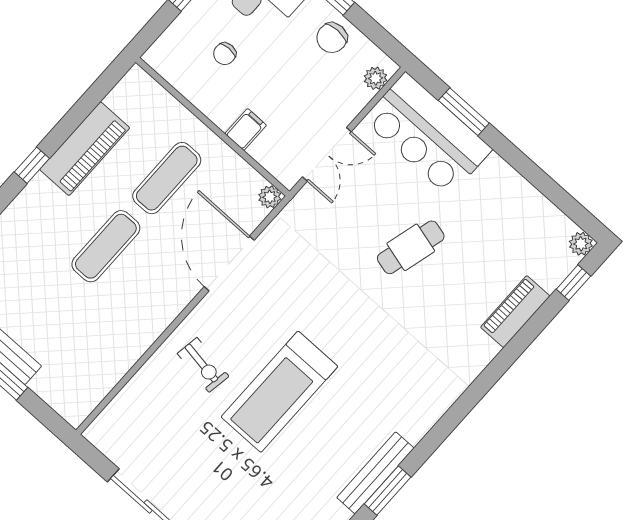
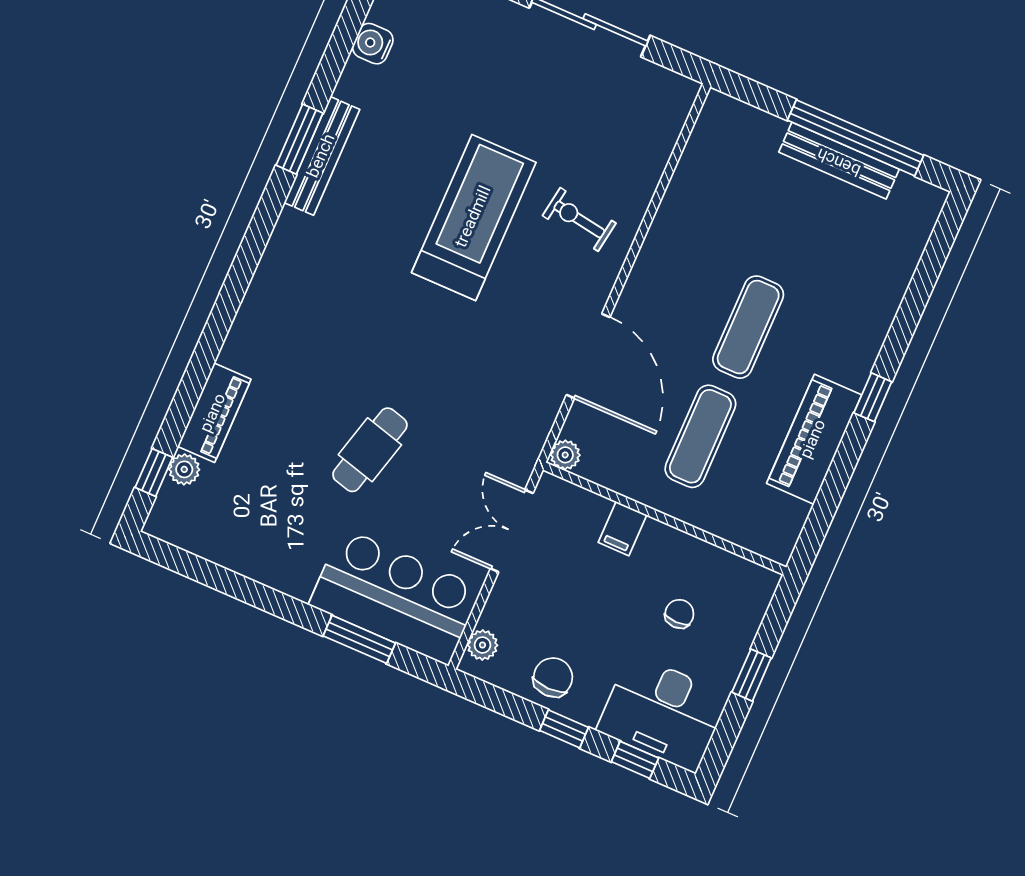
plant: (581, 244) -> (184, 469), moved

